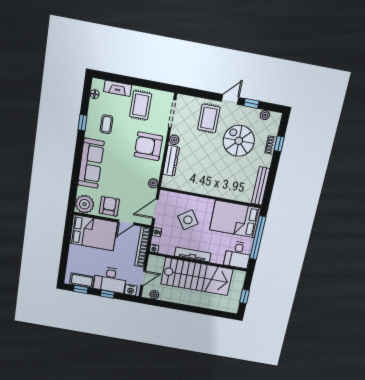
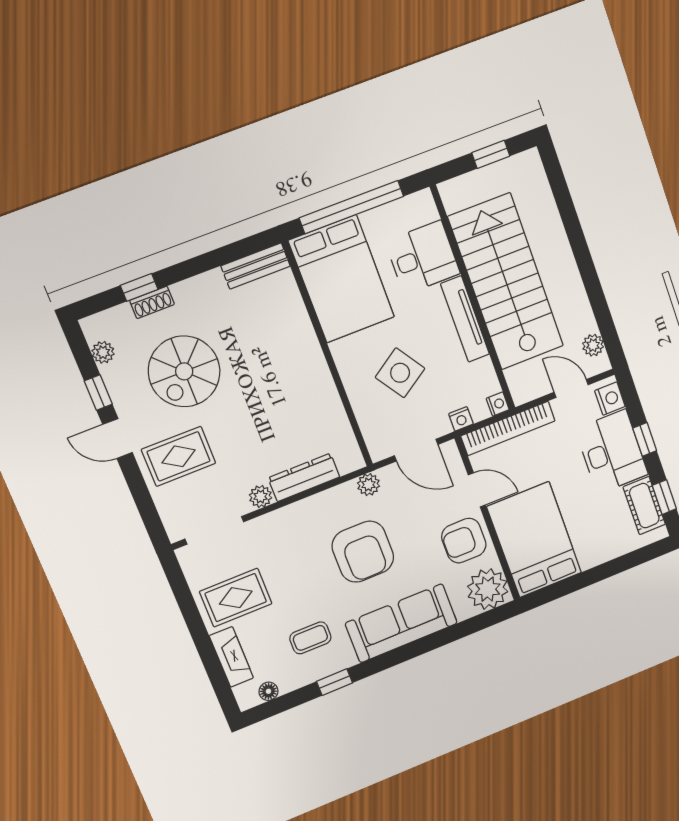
armchair: (148, 146) -> (363, 552), moved
bench: (261, 186) -> (256, 266), width x0.73
desk: (238, 255) -> (423, 257), moved

